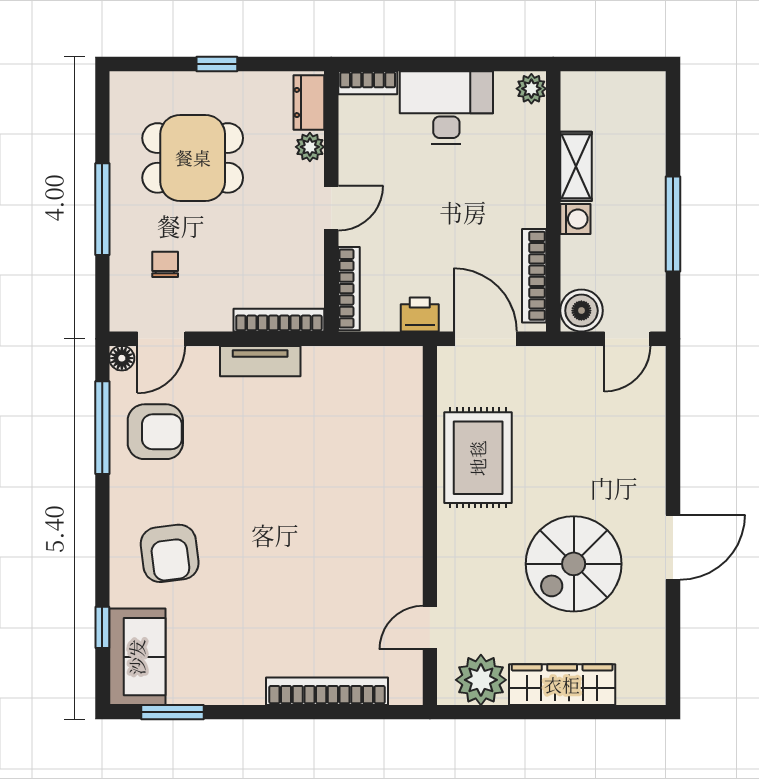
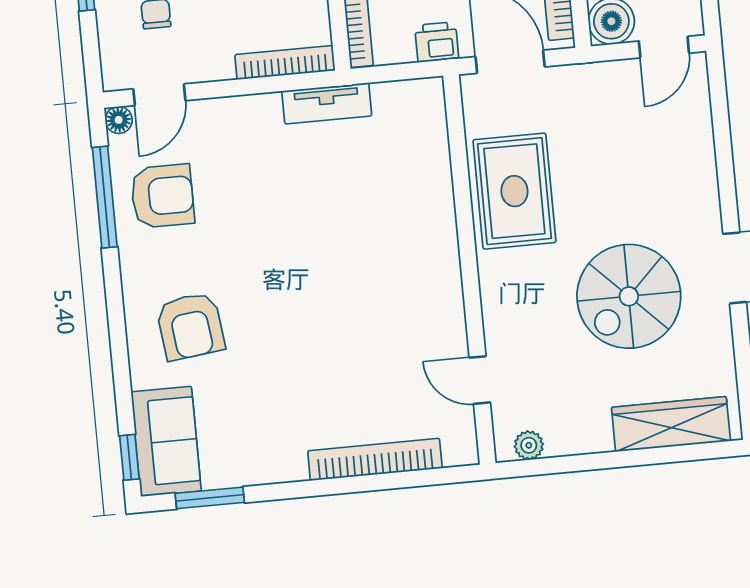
tv unit: (260, 361) -> (327, 103), moved
window: (102, 627) -> (129, 457), moved
door: (430, 628) -> (480, 380), hinge flipped
plant: (481, 680) -> (529, 445), width x0.53, depth x0.53
wardrobe: (562, 685) -> (671, 424), moved

